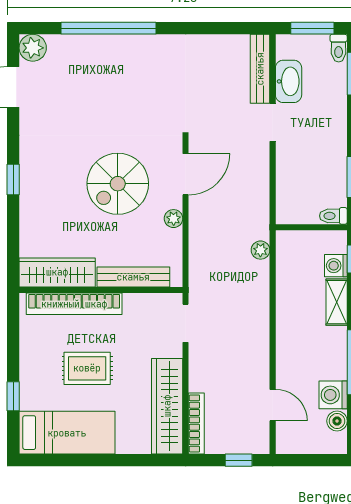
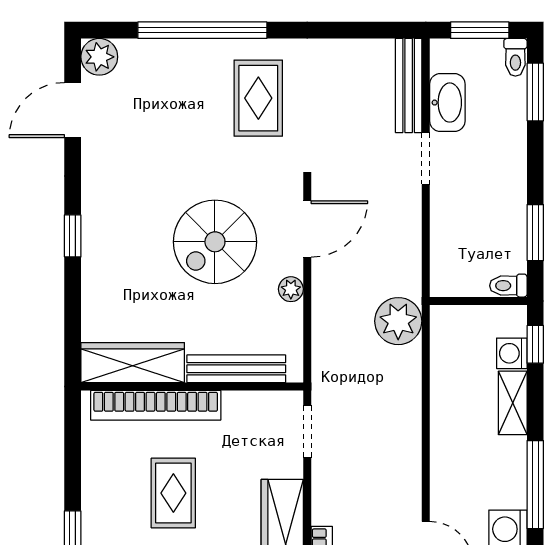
rug: (150, 78) -> (258, 98), added
plant: (260, 250) -> (398, 321), width x1.88, depth x1.88
rug: (87, 368) -> (173, 493), turned 90

